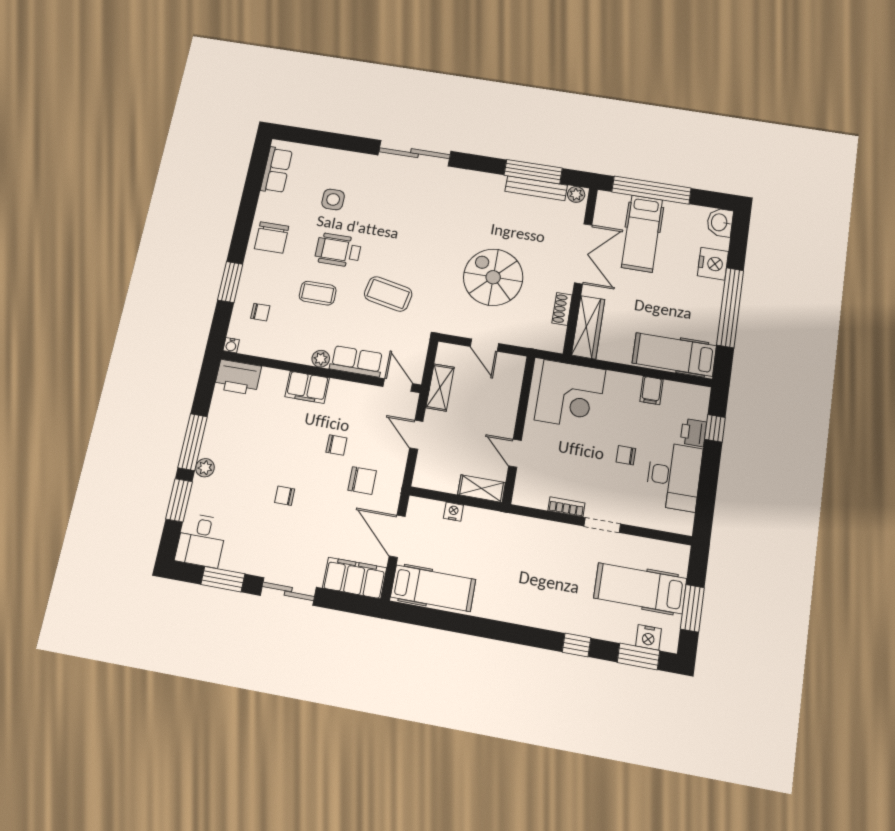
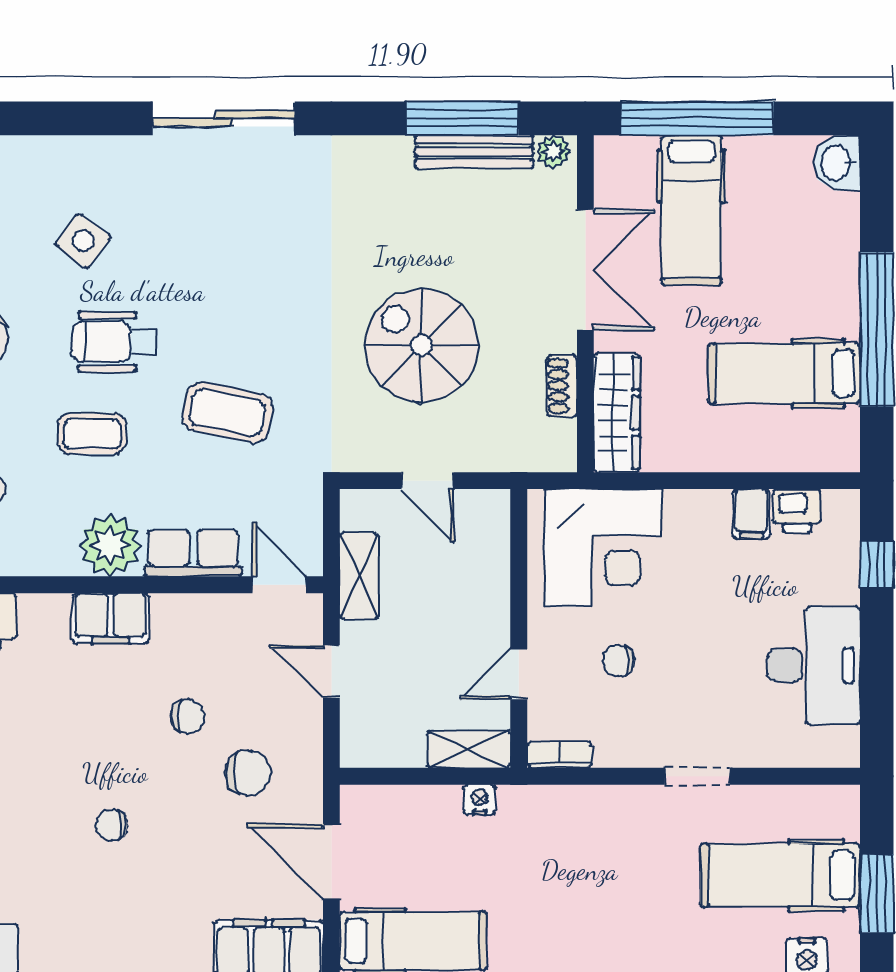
side table: (333, 199) -> (83, 241), turned 37
nightstand: (713, 264) -> (834, 248), removed
hospital bed: (674, 354) -> (784, 373), moved
plant: (321, 359) -> (110, 545), width x1.88, depth x1.88
printer: (693, 433) -> (797, 511), moved, turned -90
door: (515, 453) -> (519, 674), hinge flipped
chair: (626, 455) -> (618, 661), moved
bookcase: (566, 507) -> (559, 755), moved
nightstand: (453, 512) -> (480, 800), moved

